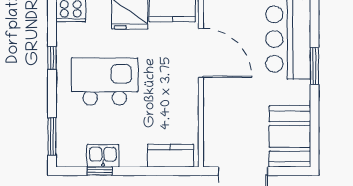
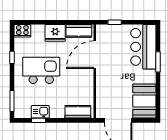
door: (201, 53) -> (95, 55), swing flipped

